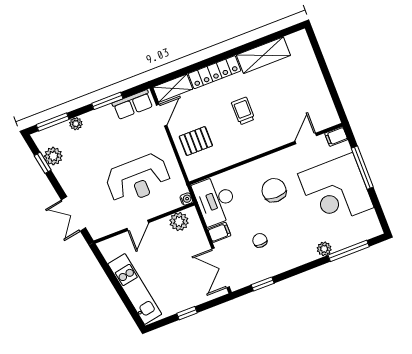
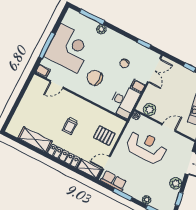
plant: (53, 156) -> (176, 183), moved
chair: (274, 190) -> (95, 78), turned 90

